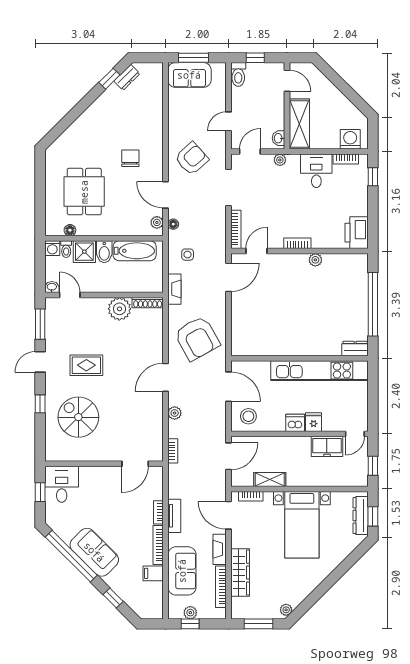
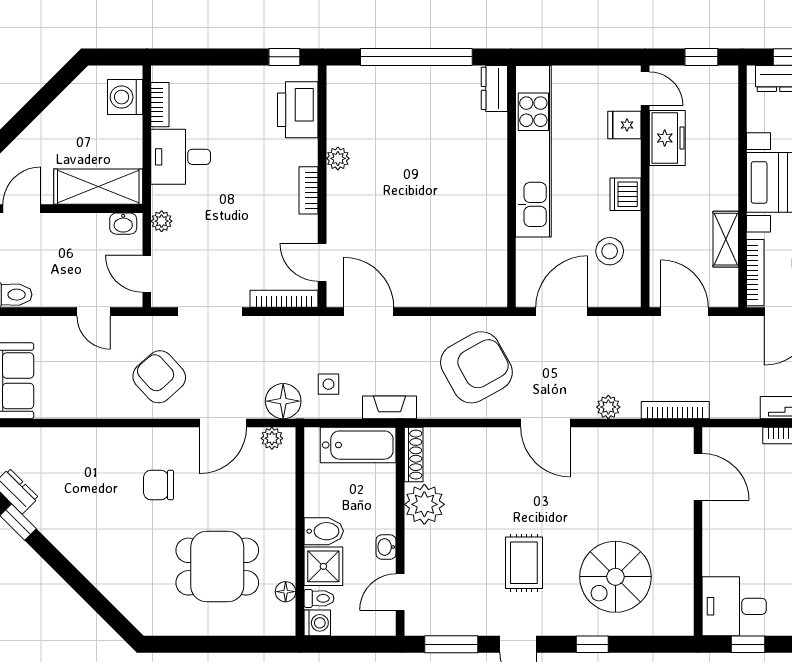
window: (373, 177) -> (284, 57), moved
floor lamp: (173, 224) -> (283, 401), width x1.89, depth x1.89
printer: (357, 233) -> (298, 110), moved, turned 90
bathtub: (135, 251) -> (358, 445), moved, turned 90
washbasin: (52, 287) -> (386, 547), moved
stool: (248, 416) -> (610, 251), moved
fridge: (314, 422) -> (624, 125), moved
bookcase: (173, 451) -> (675, 410), width x1.56
bookcase: (251, 496) -> (755, 273), width x1.56

